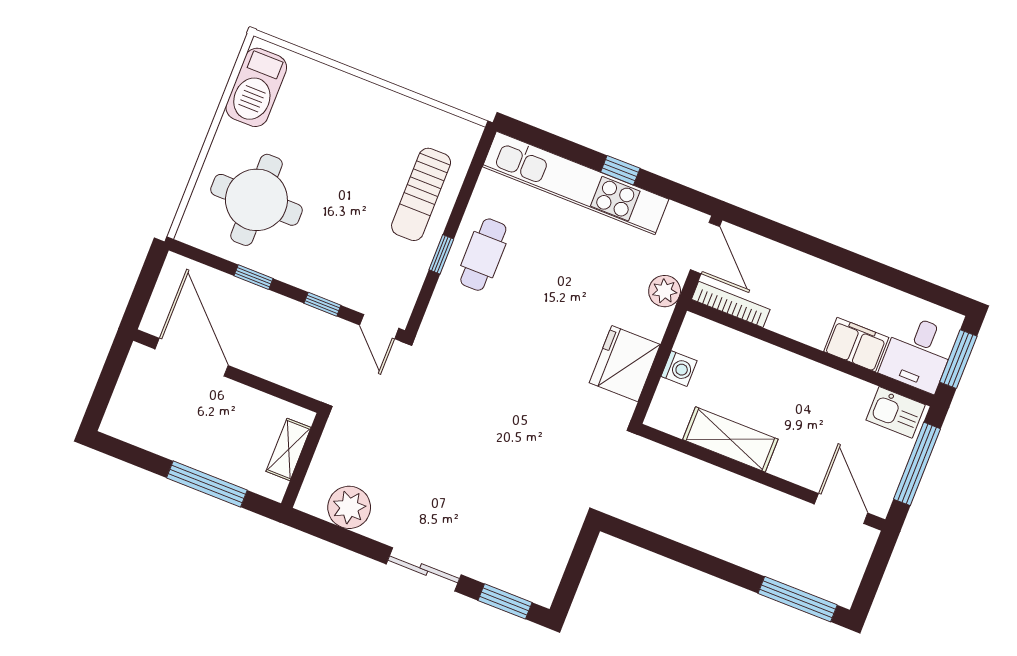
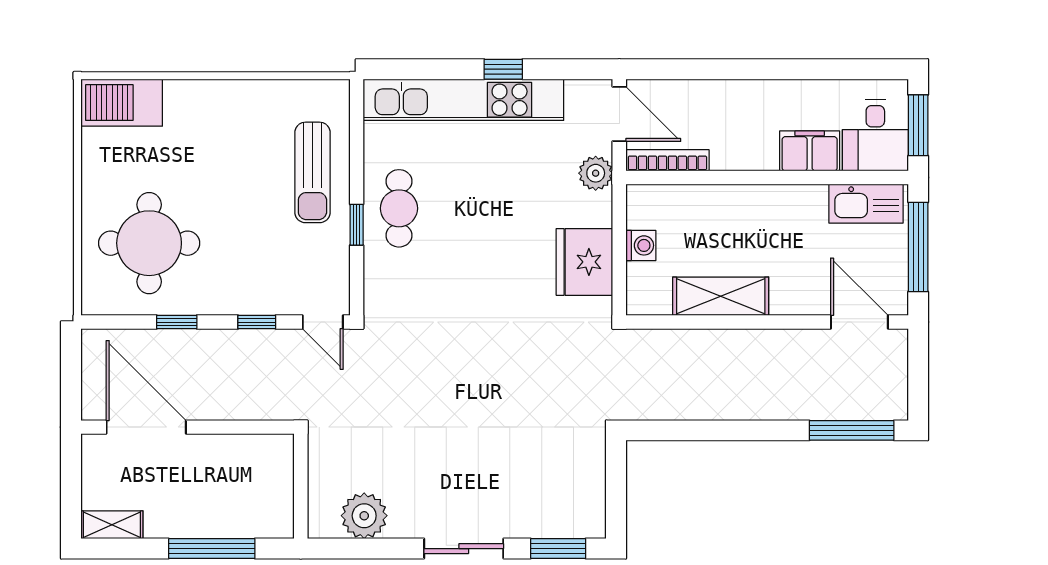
barbecue: (256, 87) -> (122, 103), moved, turned 90
kitchen sink: (896, 412) -> (866, 204), width x1.38
shelving: (289, 449) -> (112, 525), moved, turned 90

